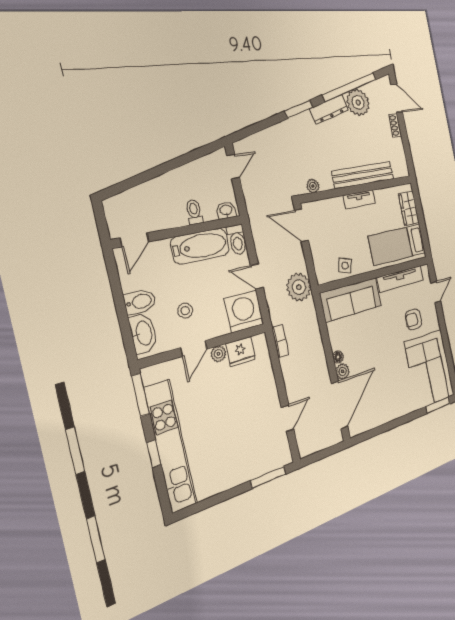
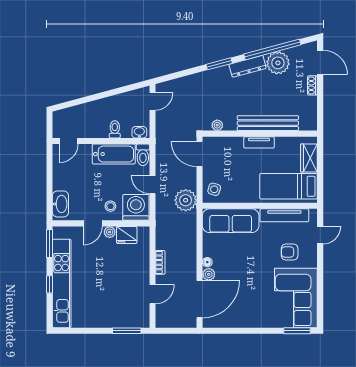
side table: (345, 266) -> (214, 189), moved
bidet: (140, 302) -> (63, 183), removed
stool: (185, 311) -> (110, 206), moved
bookcase: (280, 341) -> (160, 262), moved

